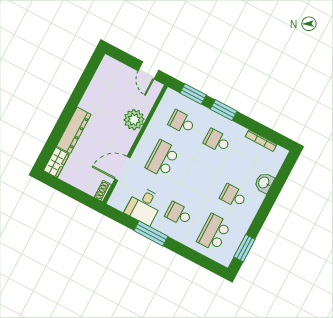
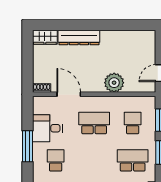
school desk: (217, 141) -> (133, 160), width x1.85

